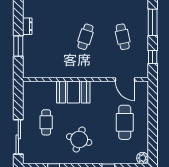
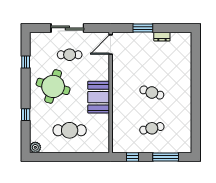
door: (125, 80) -> (111, 45), moved
booth: (73, 92) -> (99, 97), moved
sliding door: (18, 137) -> (67, 28), moved
round table: (79, 140) -> (53, 86), width x1.36, depth x1.36

